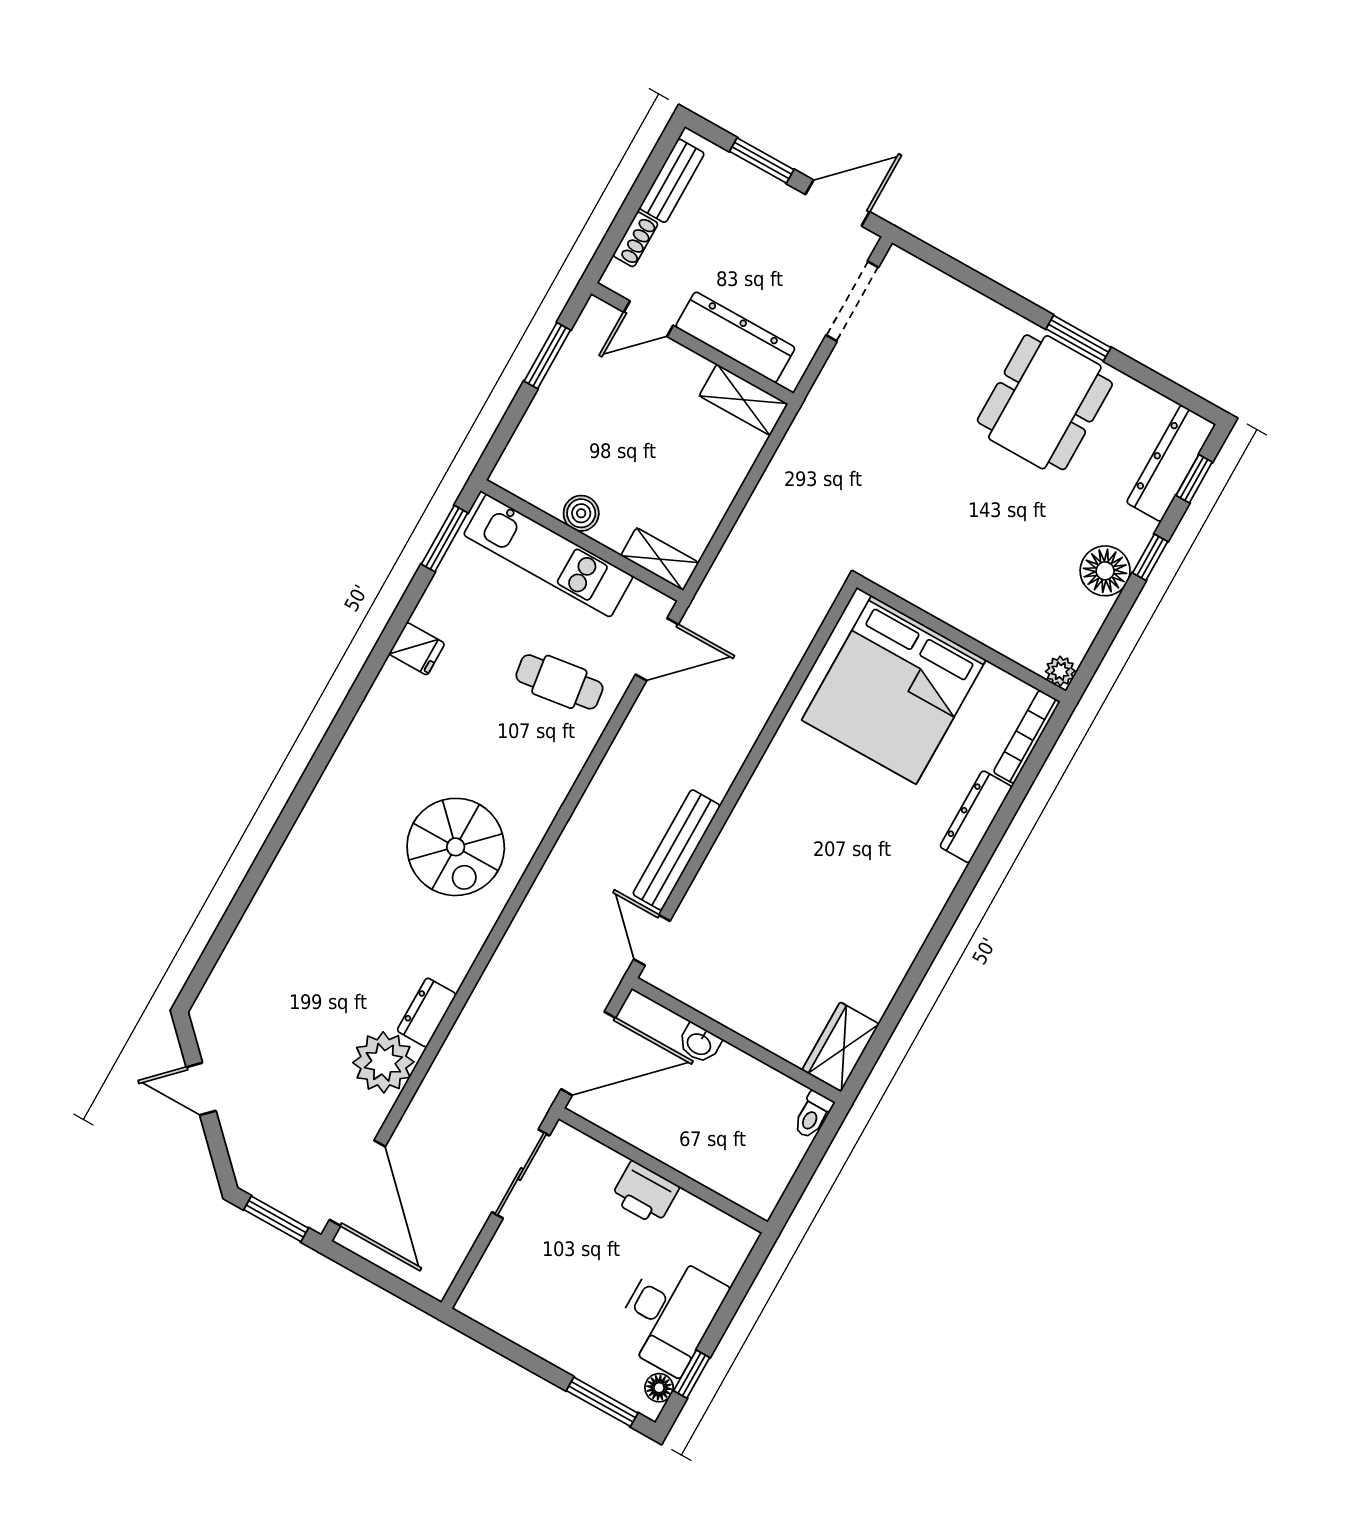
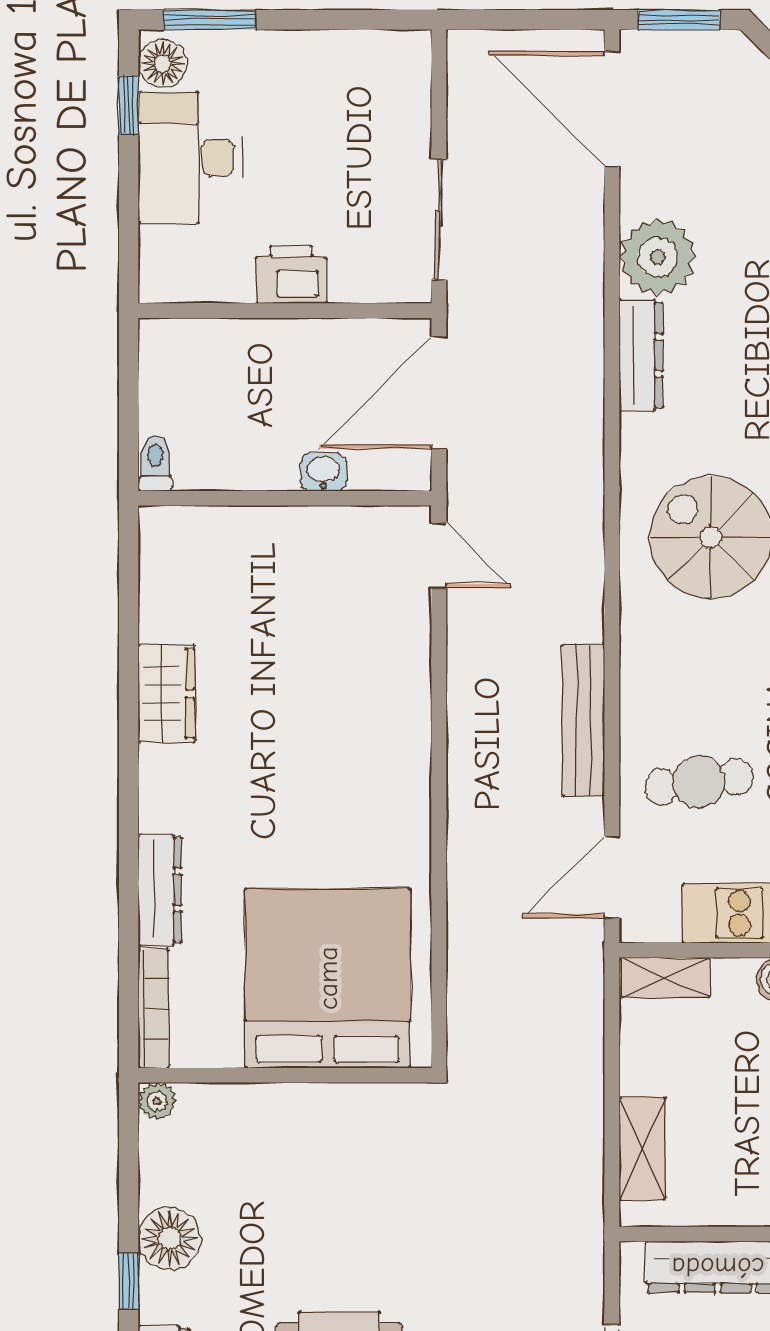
shelving: (744, 400) -> (642, 1148), moved, turned 90
bench: (677, 850) -> (583, 720), moved
dresser: (427, 1012) -> (641, 355), width x1.44
wardrobe: (841, 1047) -> (167, 694), moved
floor lamp: (659, 1388) -> (163, 64), width x1.37, depth x1.37

